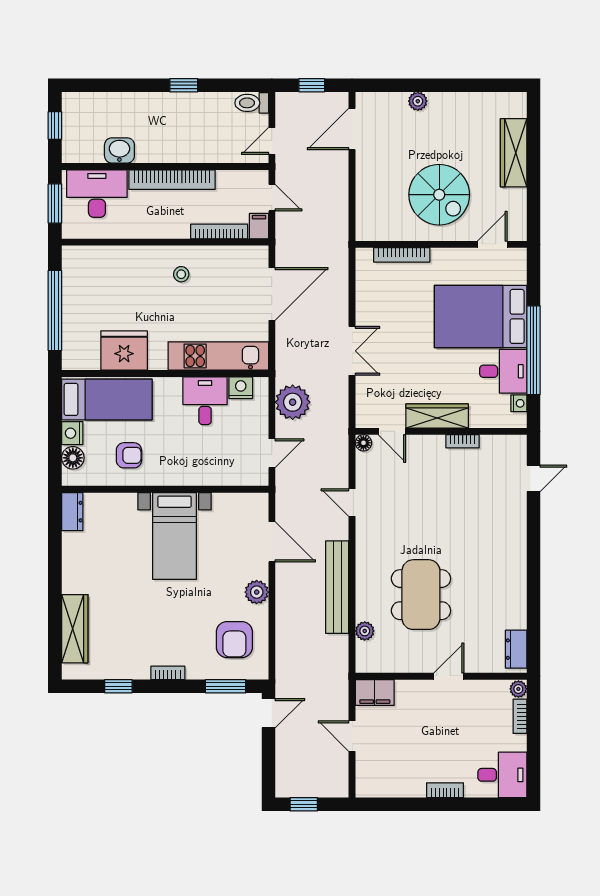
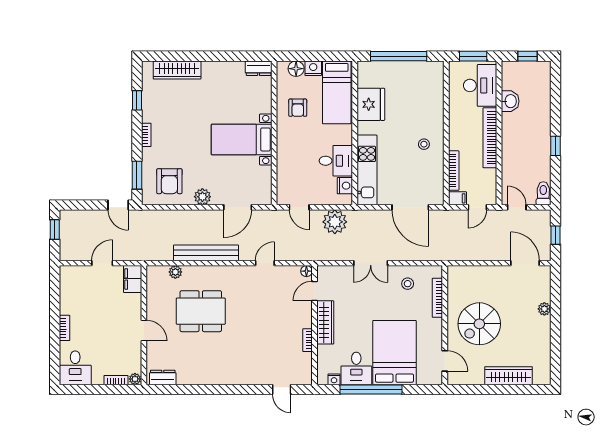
stool: (382, 298) -> (408, 284), added
armchair: (234, 640) -> (169, 181), turned -90

